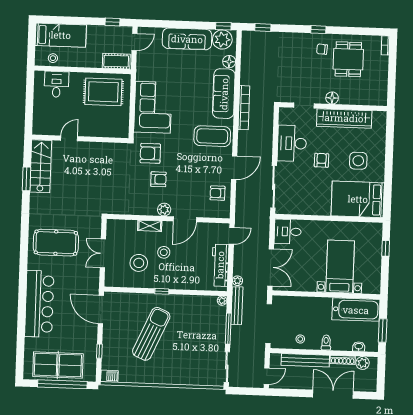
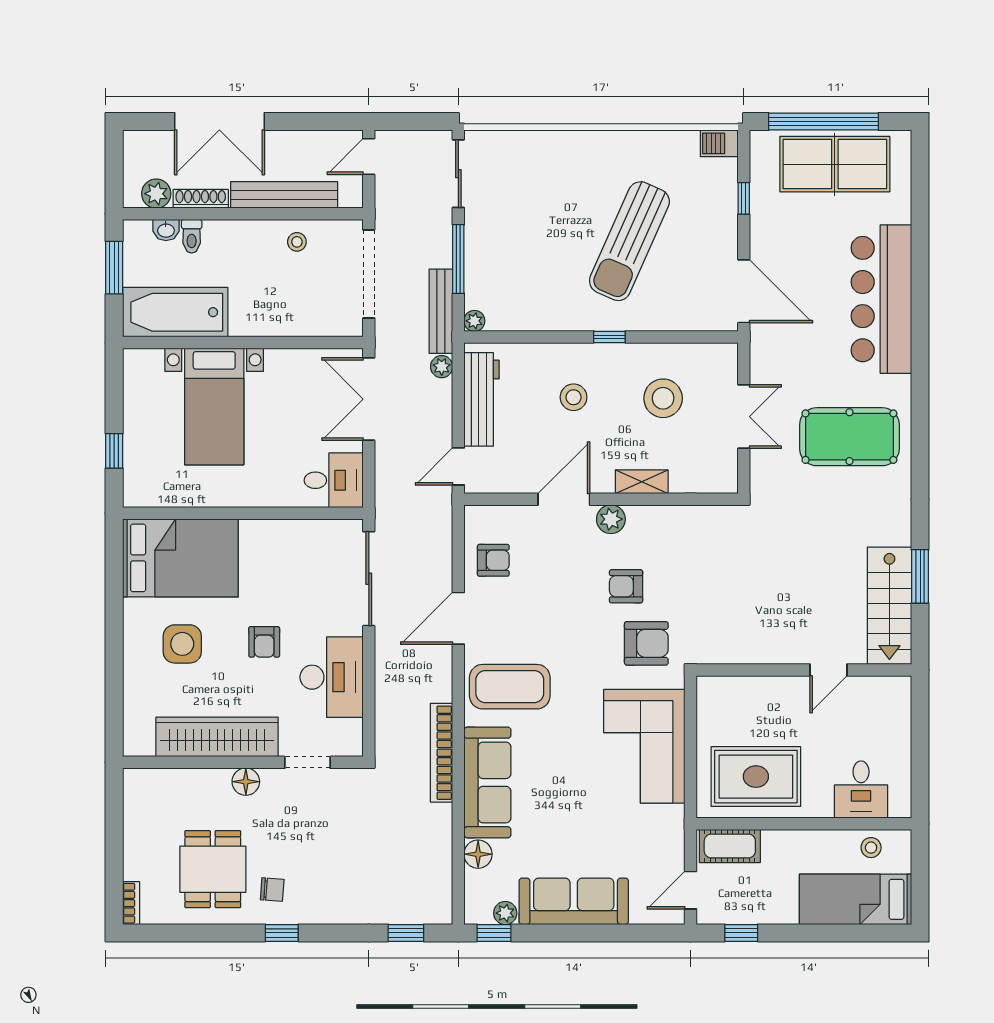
plant: (222, 39) -> (505, 913), width x0.53, depth x0.53
stool: (164, 252) -> (574, 397), moved
toilet: (326, 342) -> (192, 236), moved

